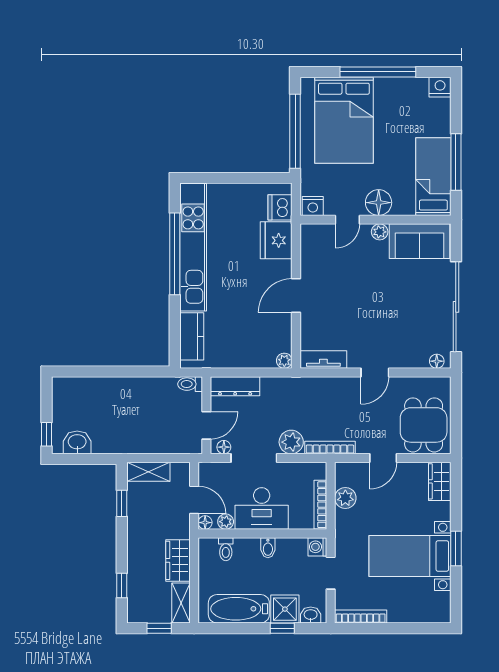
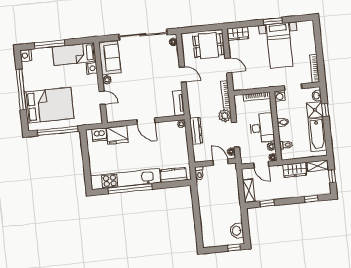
window: (456, 162) -> (50, 44), moved
floor lamp: (379, 203) -> (91, 82), removed
nightstand: (313, 206) -> (92, 68), moved
dresser: (235, 386) -> (196, 131), moved
plant: (345, 498) -> (252, 83), removed
door: (194, 500) -> (261, 165), swing flipped

